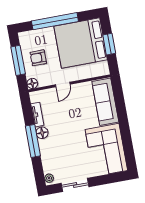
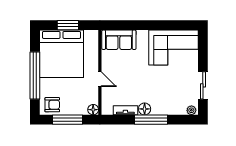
armchair: (38, 58) -> (52, 105), moved, turned -90
sofa: (105, 102) -> (119, 40), width x0.73

